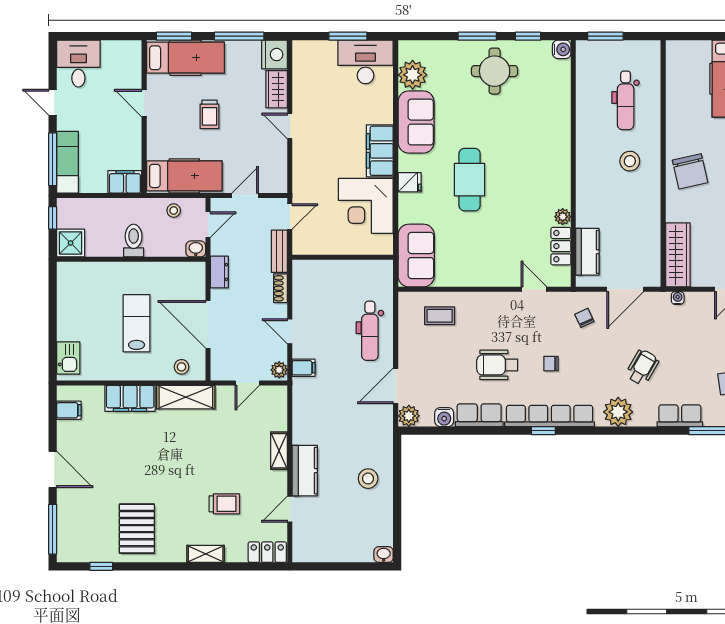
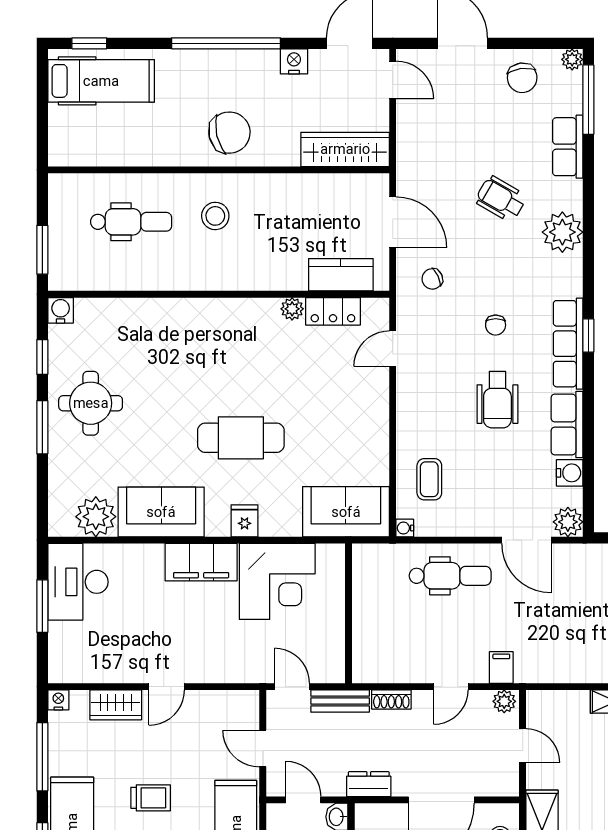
nightstand: (275, 55) -> (58, 700), width x0.53, depth x0.56
water cooler: (678, 298) -> (405, 528), moved
row of seats: (550, 416) -> (568, 344), width x0.73

